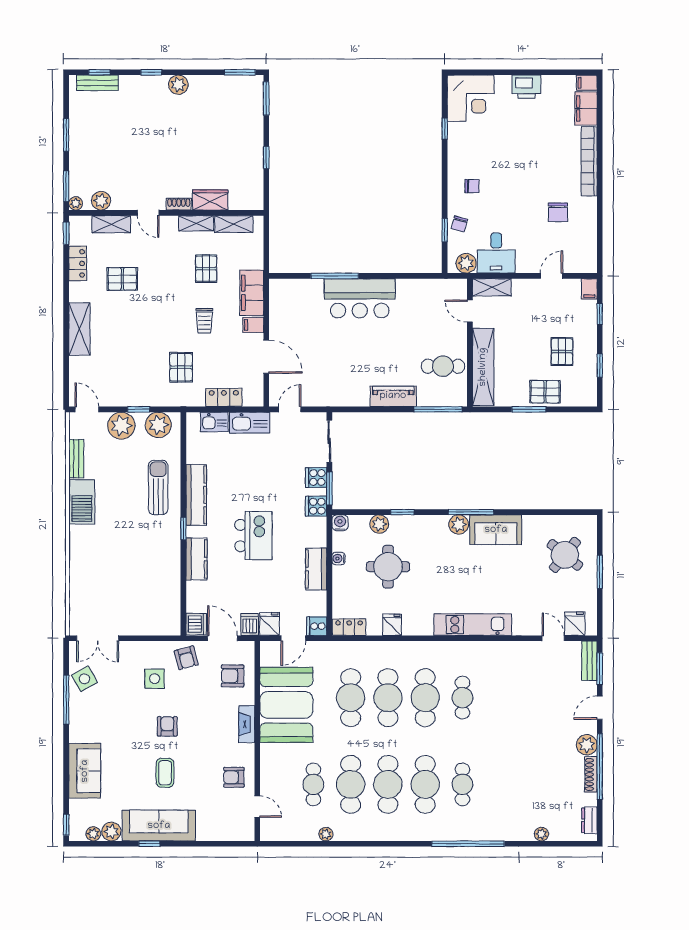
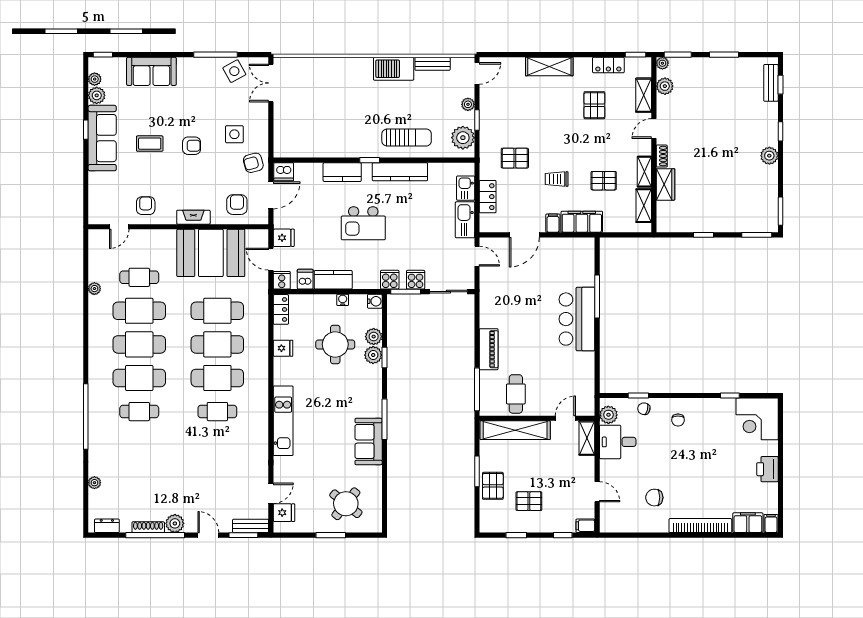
plant: (121, 426) -> (468, 104), width x0.53, depth x0.53
plant: (459, 525) -> (373, 355), moved
dishwasher: (250, 624) -> (305, 279), moved, turned -90

